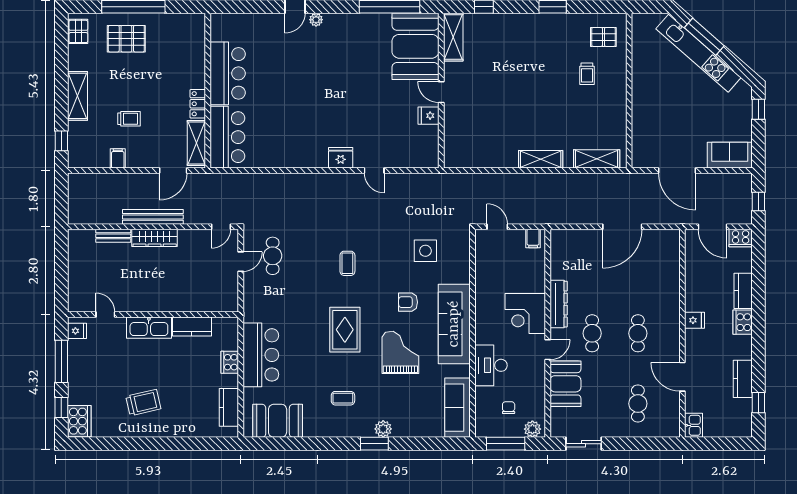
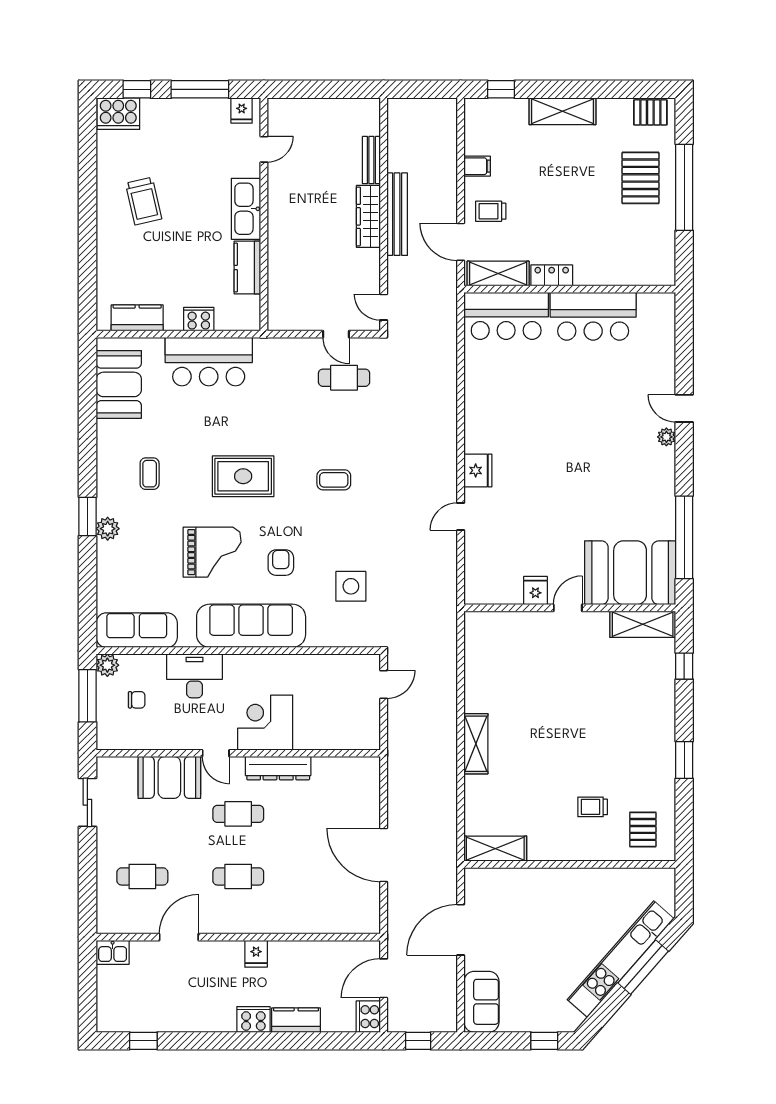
trolley: (129, 119) -> (491, 211), moved, turned 90
shelving: (597, 159) -> (495, 849), moved, turned 90
filing cabinet: (533, 239) -> (368, 733), removed
kitchen counter: (743, 379) -> (176, 1019), removed
plant: (532, 429) -> (107, 665), moved

